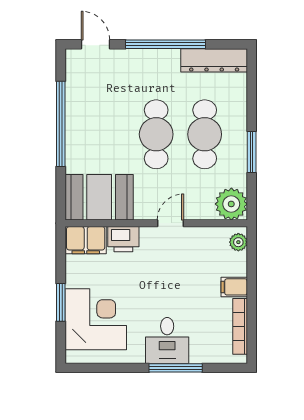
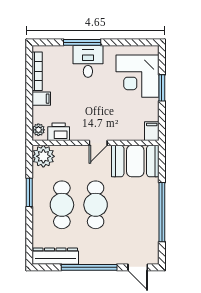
door: (170, 223) -> (98, 143), moved
printer: (123, 239) -> (59, 132), moved
filing cabinet: (86, 240) -> (152, 131), width x0.50

